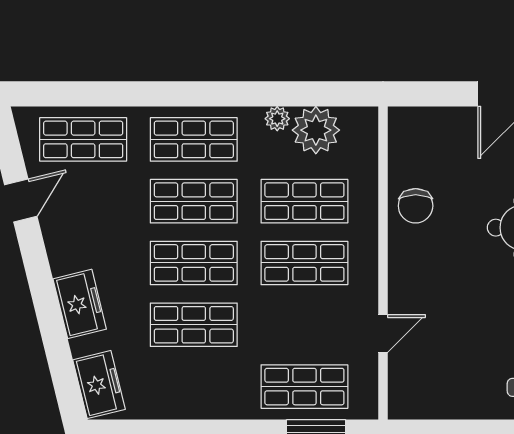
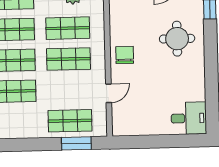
chair: (416, 206) -> (125, 55), moved, turned 180

